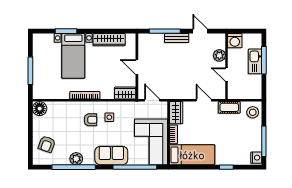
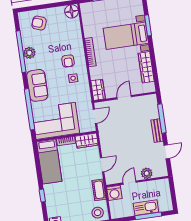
washing machine: (235, 41) -> (114, 193), moved, turned -90

